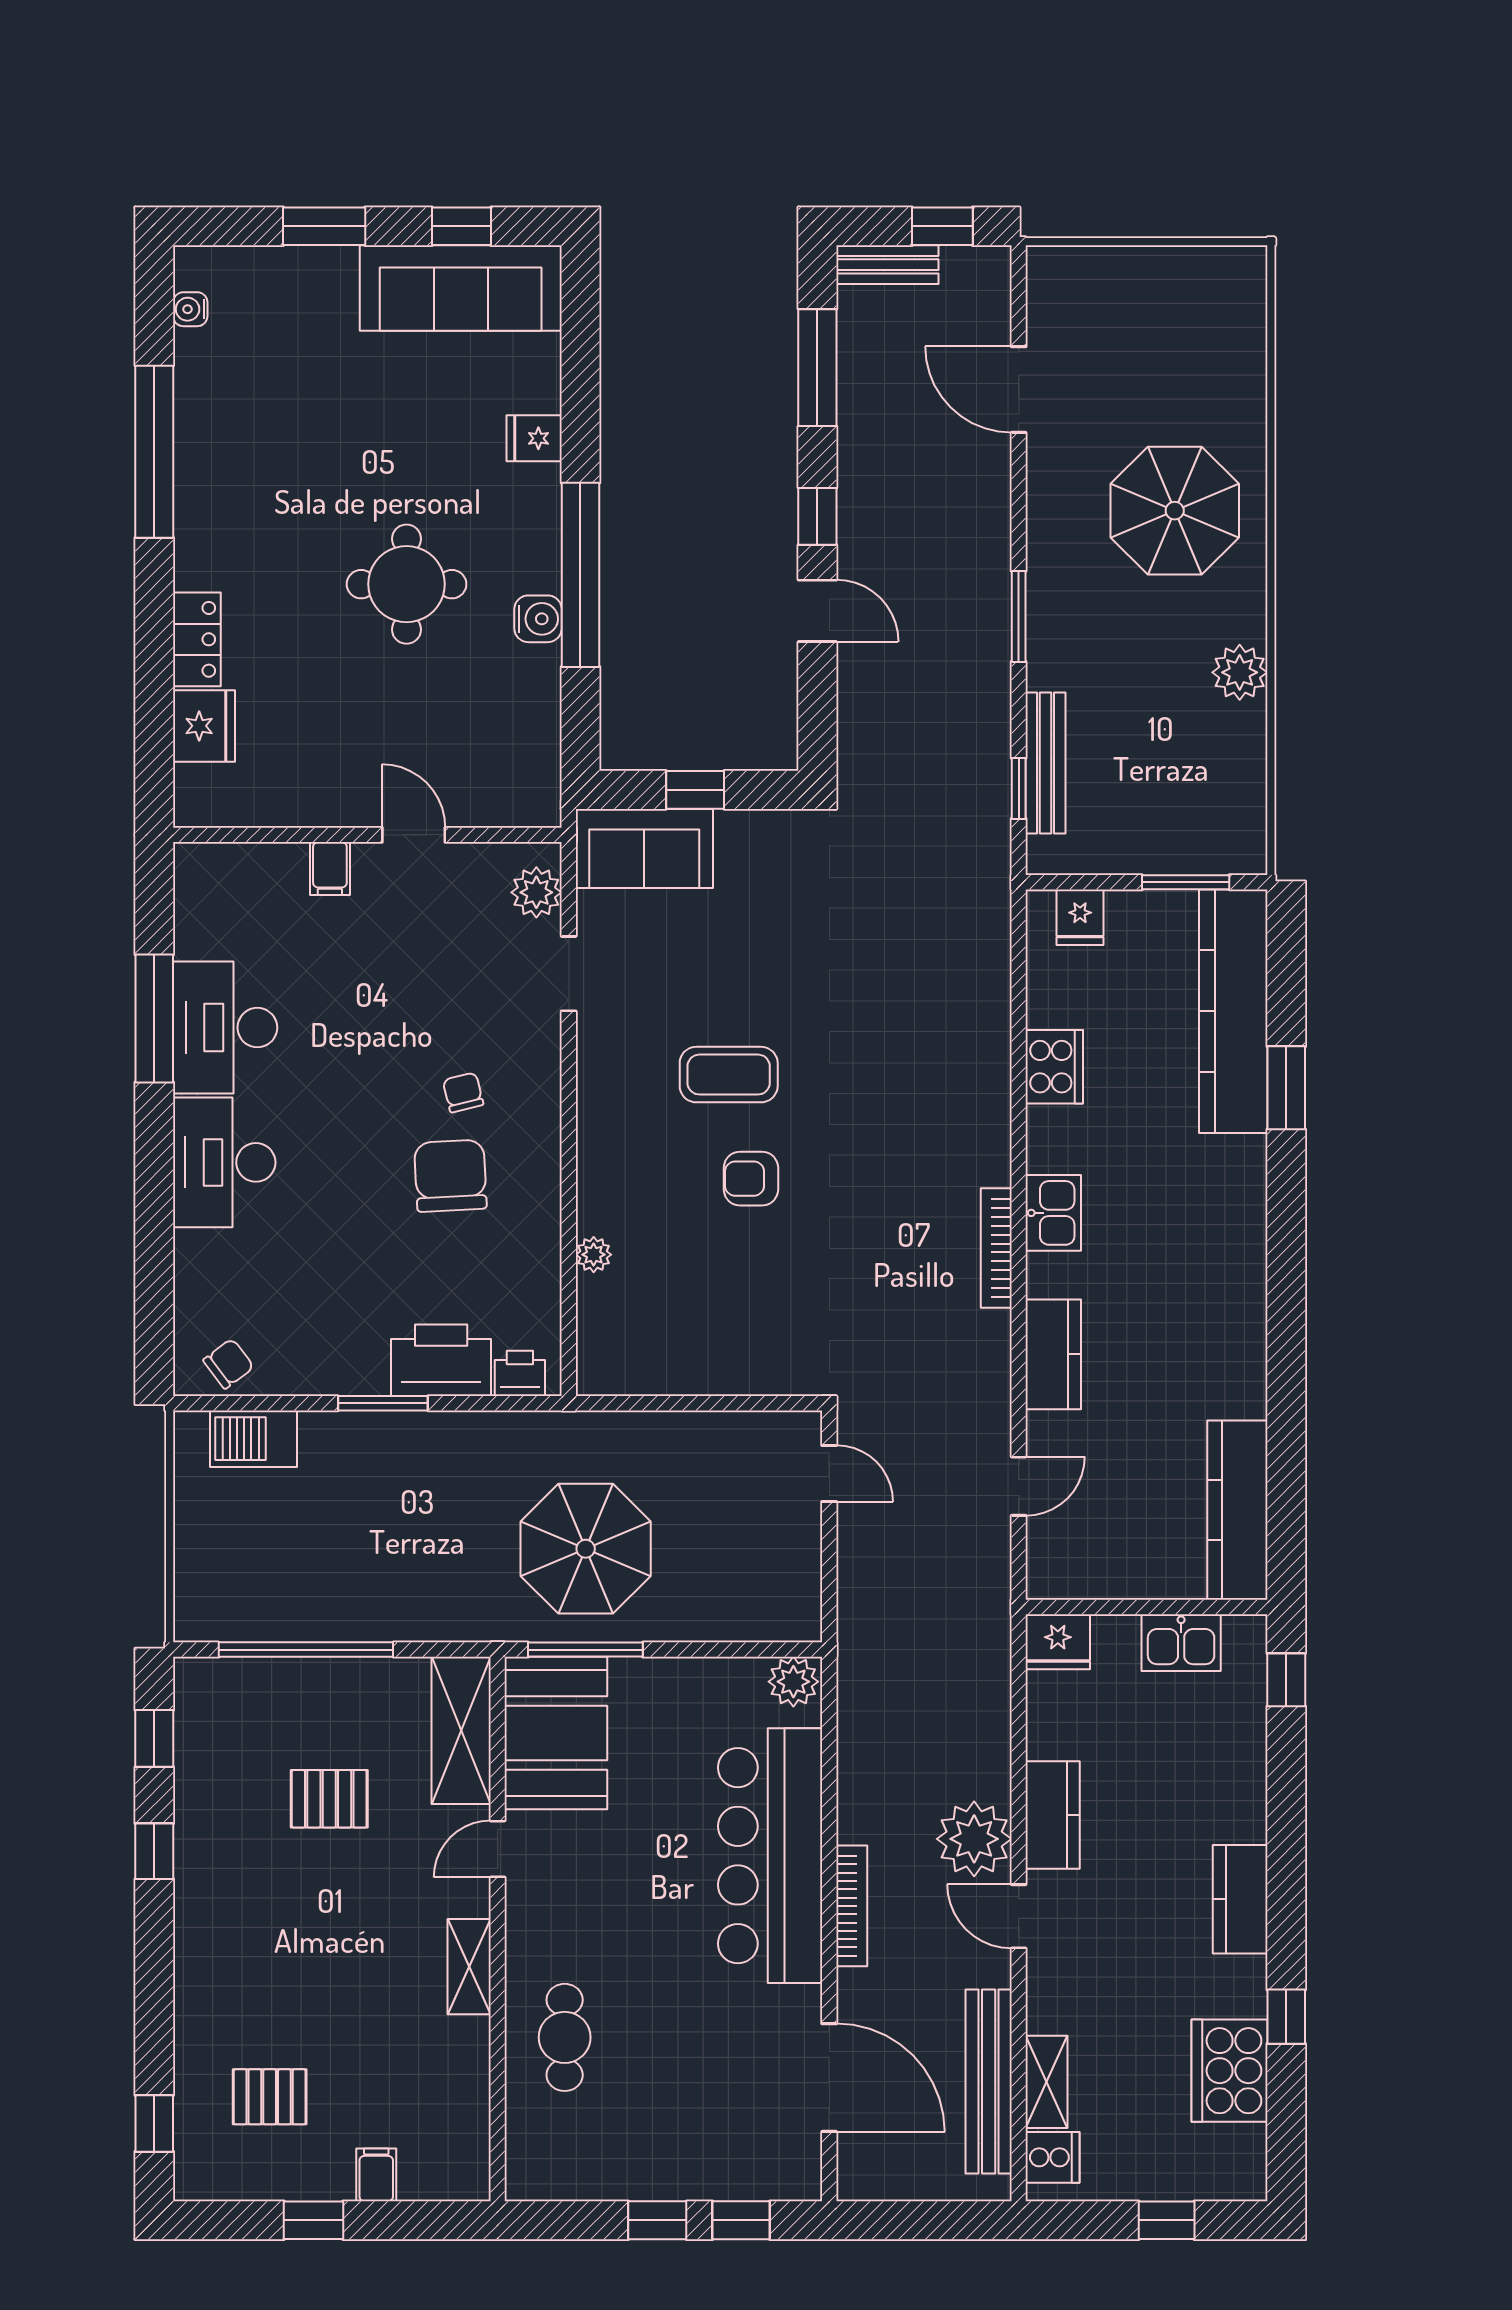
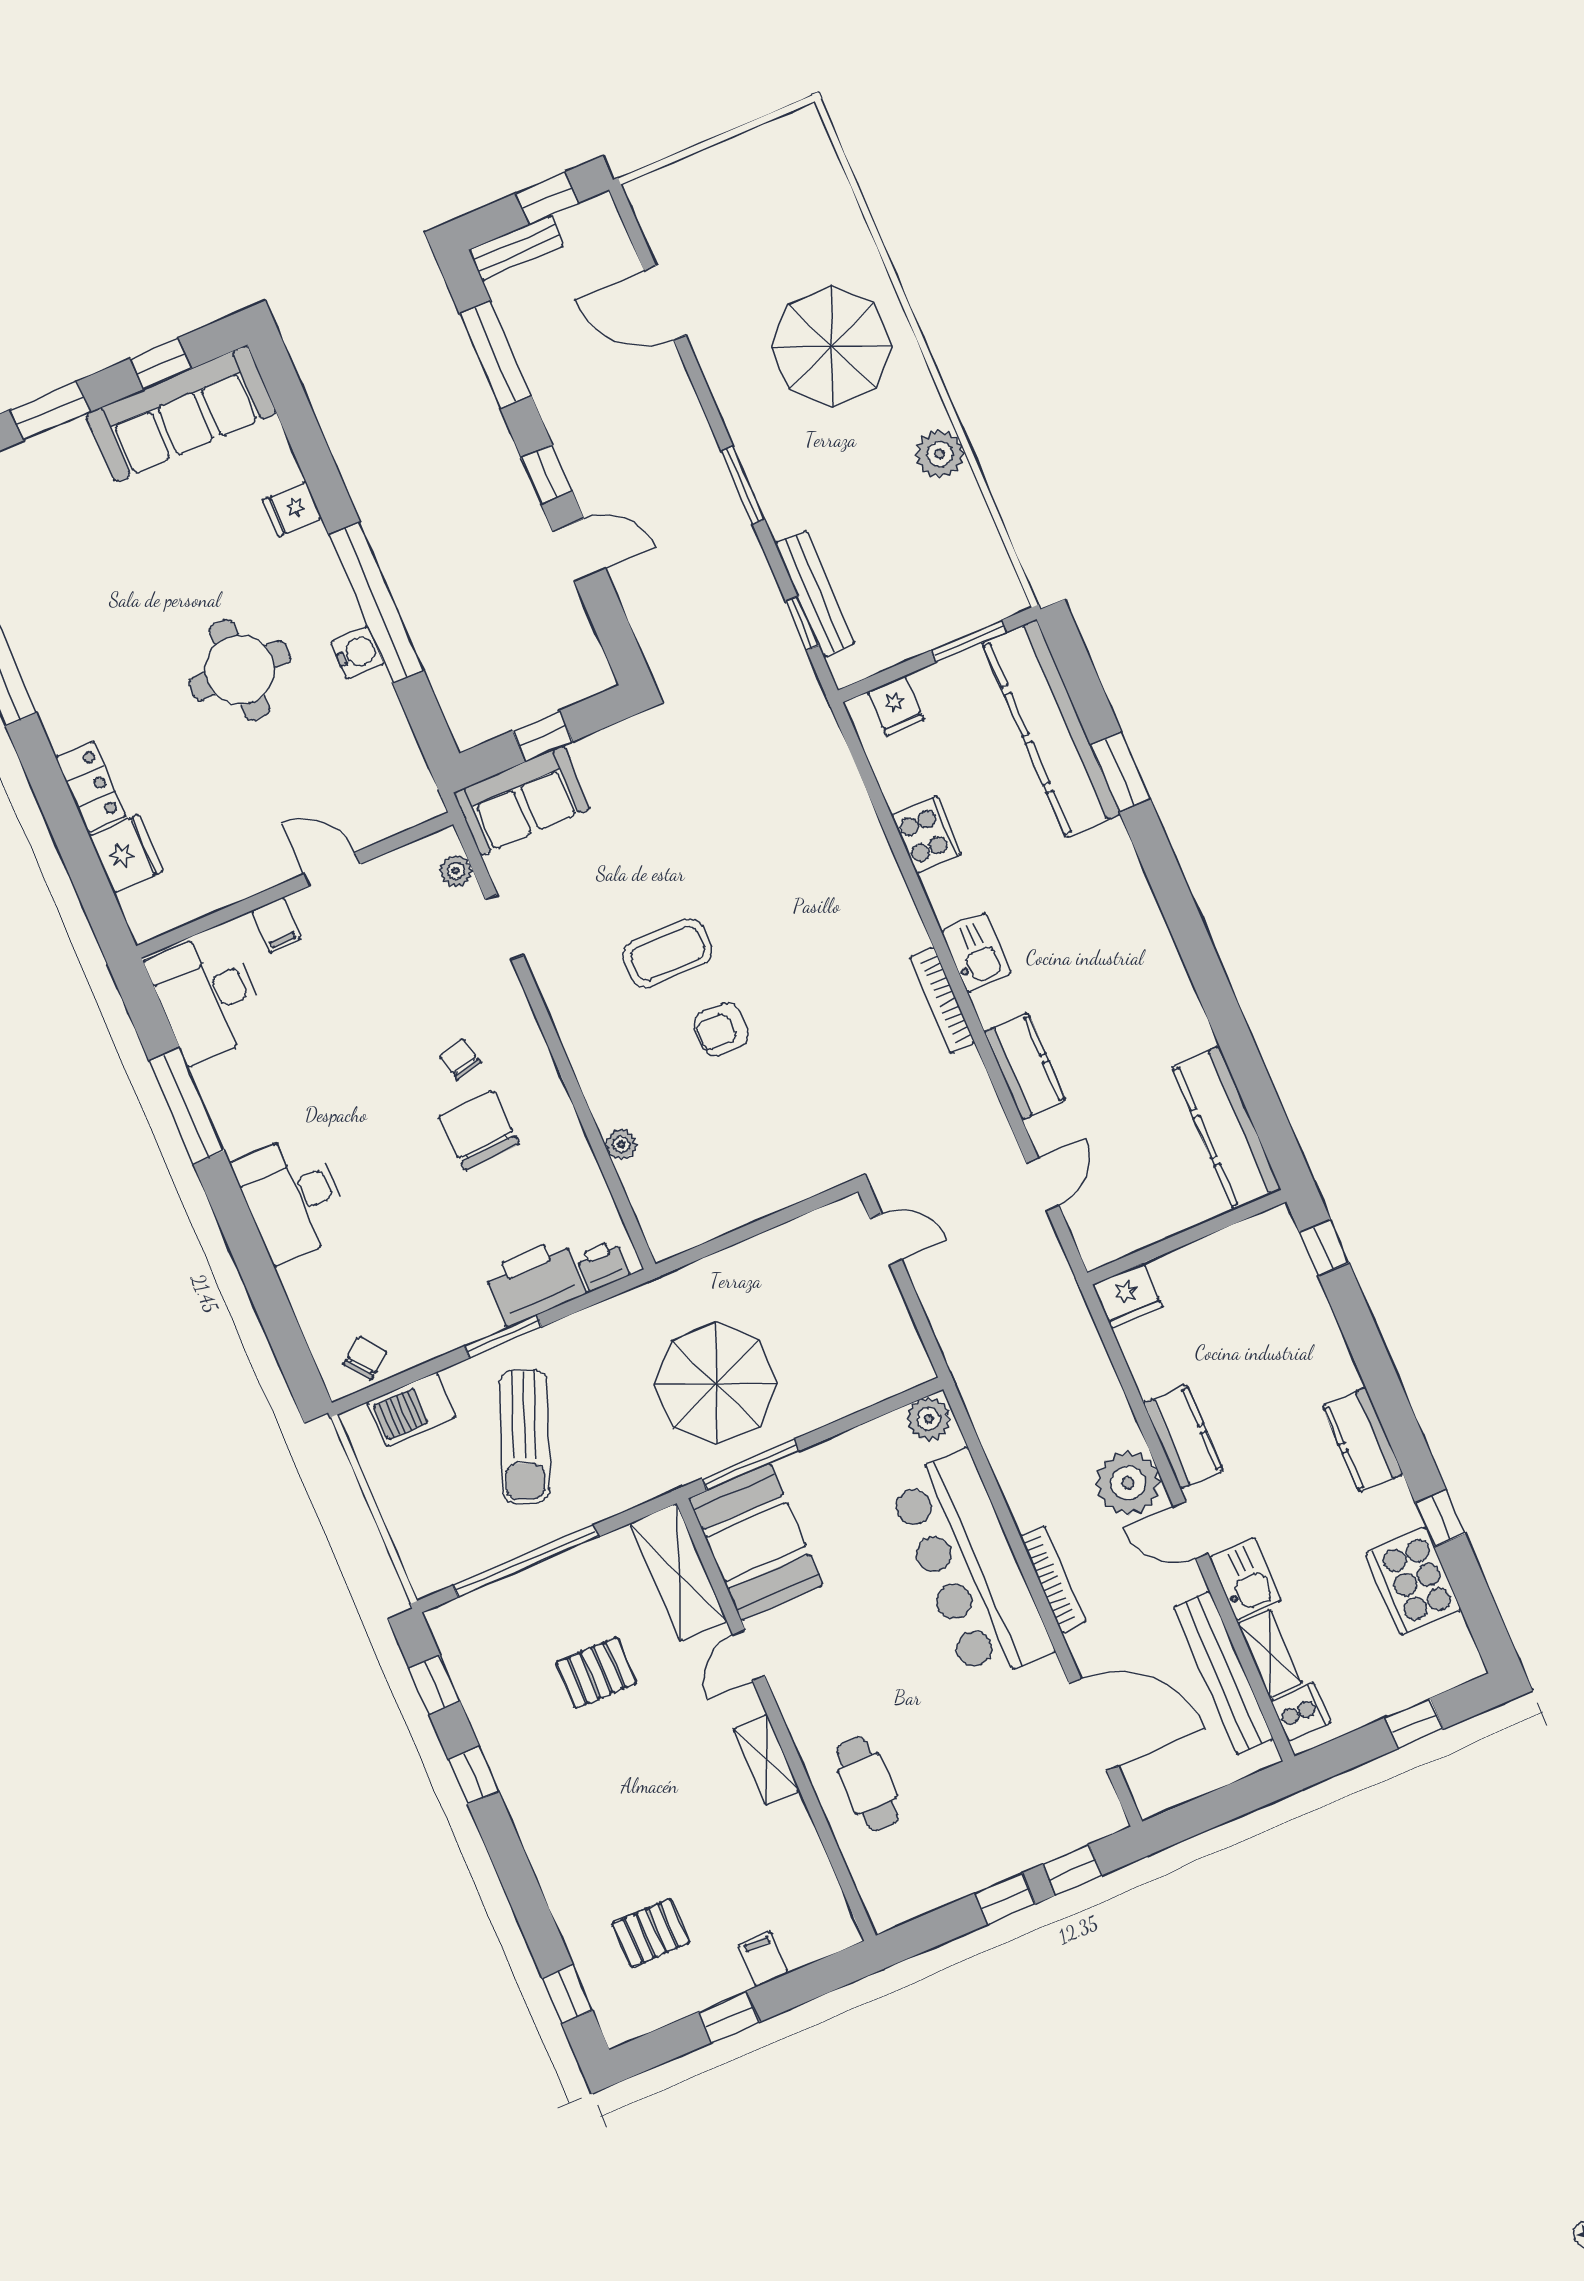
plant: (536, 892) -> (456, 871), width x0.73, depth x0.73
desk: (225, 1028) -> (207, 997), moved
sun lounger: (361, 1518) -> (525, 1437), added
kitchen sink: (1181, 1643) -> (1245, 1579), moved, turned -90

